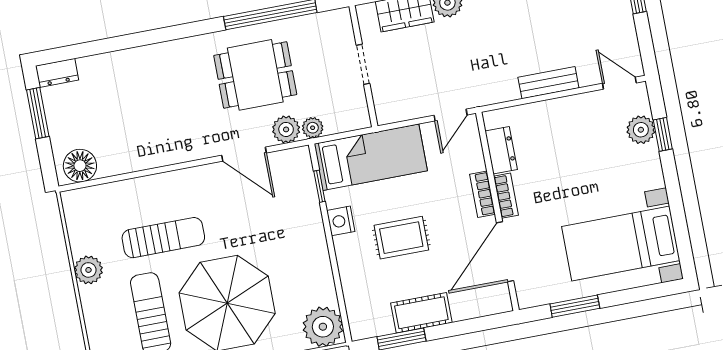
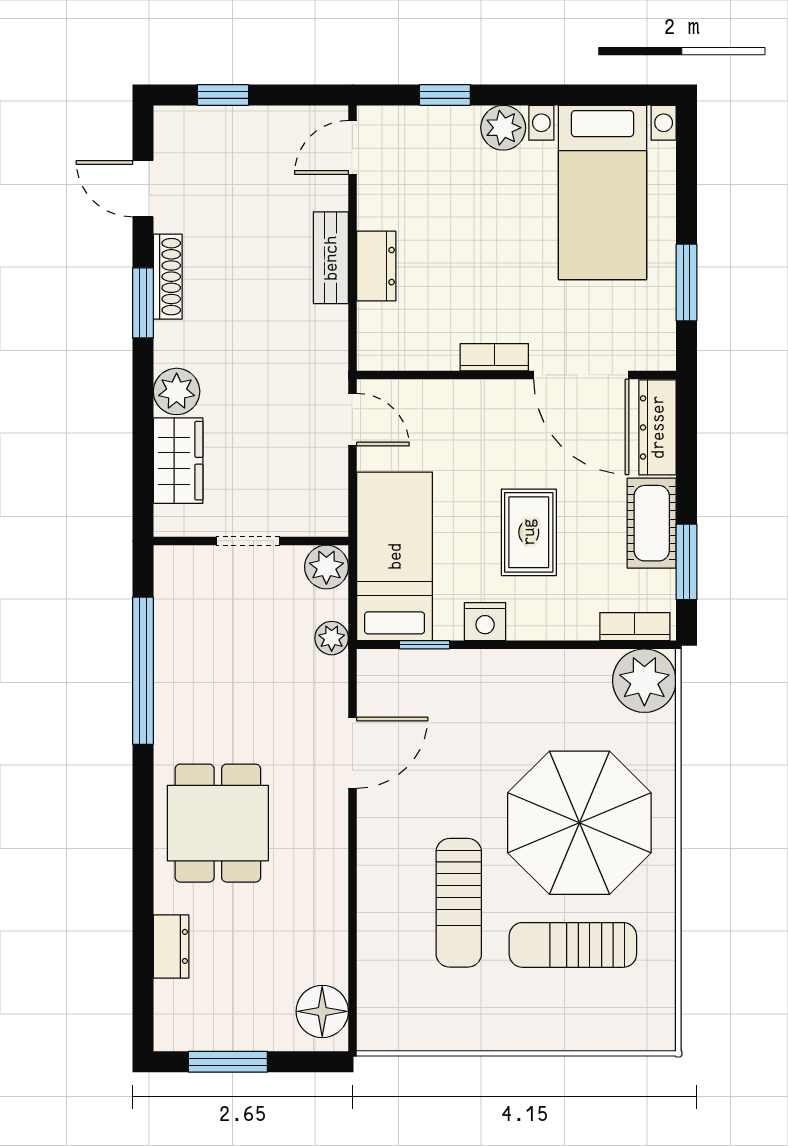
dresser: (57, 73) -> (171, 946), moved
dining table: (255, 75) -> (218, 823), moved
plant: (286, 129) -> (326, 567), moved
plant: (641, 130) -> (503, 128), moved
dresser: (501, 150) -> (376, 266), moved, turned 90
bookcase: (483, 194) -> (635, 627), moved, turned 180
sun lounger: (163, 238) -> (459, 903), turned 180
plant: (88, 270) -> (487, 1029), removed
dresser: (481, 305) -> (658, 427), added

